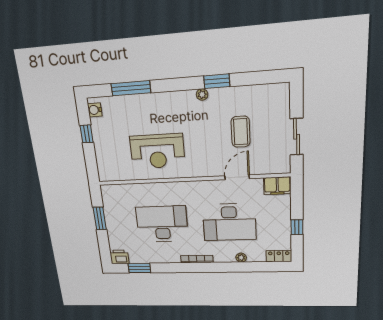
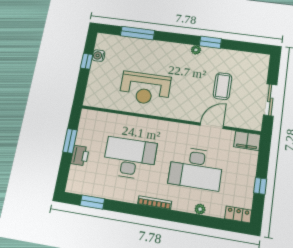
water cooler: (95, 110) -> (98, 56), moved
printer: (119, 257) -> (80, 155), moved, turned 90

